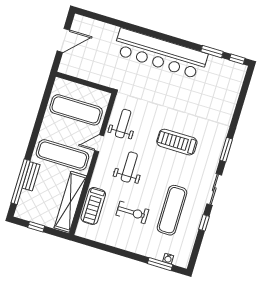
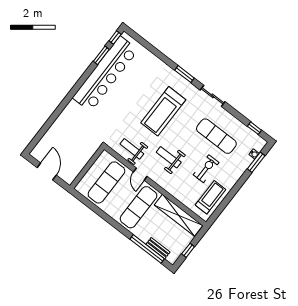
bar counter: (160, 54) -> (105, 74), moved
treadmill: (177, 142) -> (163, 111), width x1.37, depth x1.38
bench: (31, 176) -> (158, 248), moved
treadmill: (93, 206) -> (210, 197), moved, turned -90
window: (204, 223) -> (254, 128), moved

